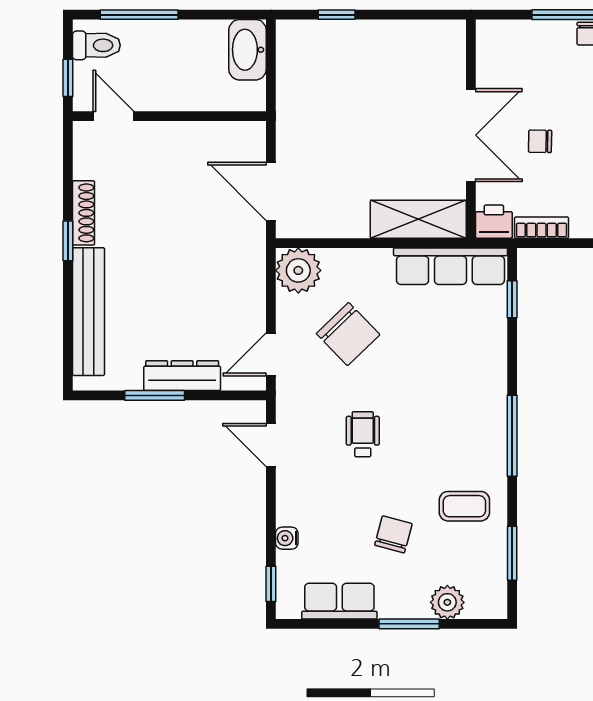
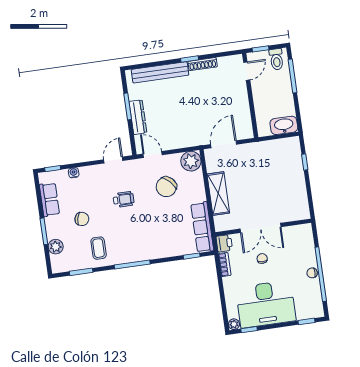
shelving: (418, 219) -> (218, 194), moved

